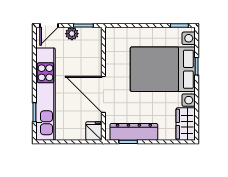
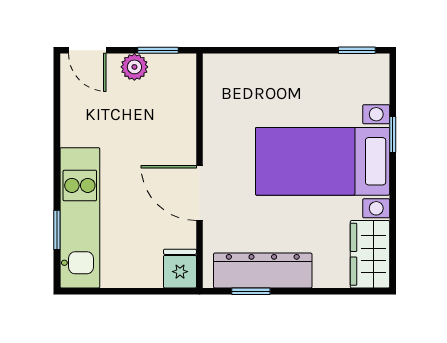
door: (49, 26) -> (87, 50), hinge flipped
bed with nightstands: (163, 69) -> (323, 161), width x0.73
kitchen unit: (46, 94) -> (80, 218), width x0.73
door: (103, 94) -> (199, 193), width x0.73

